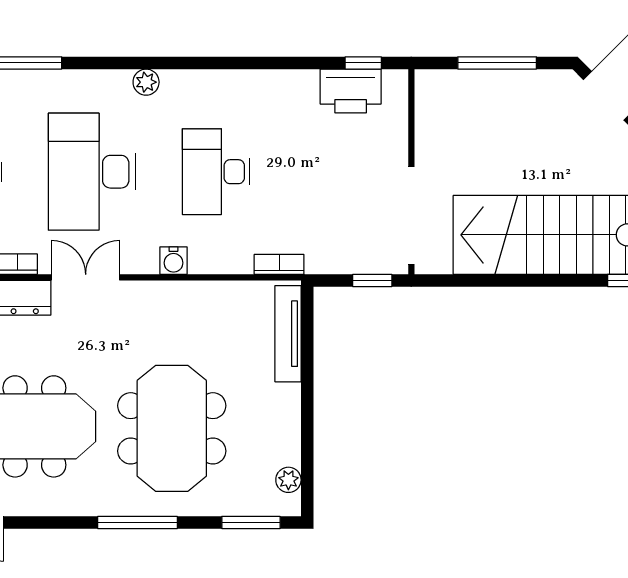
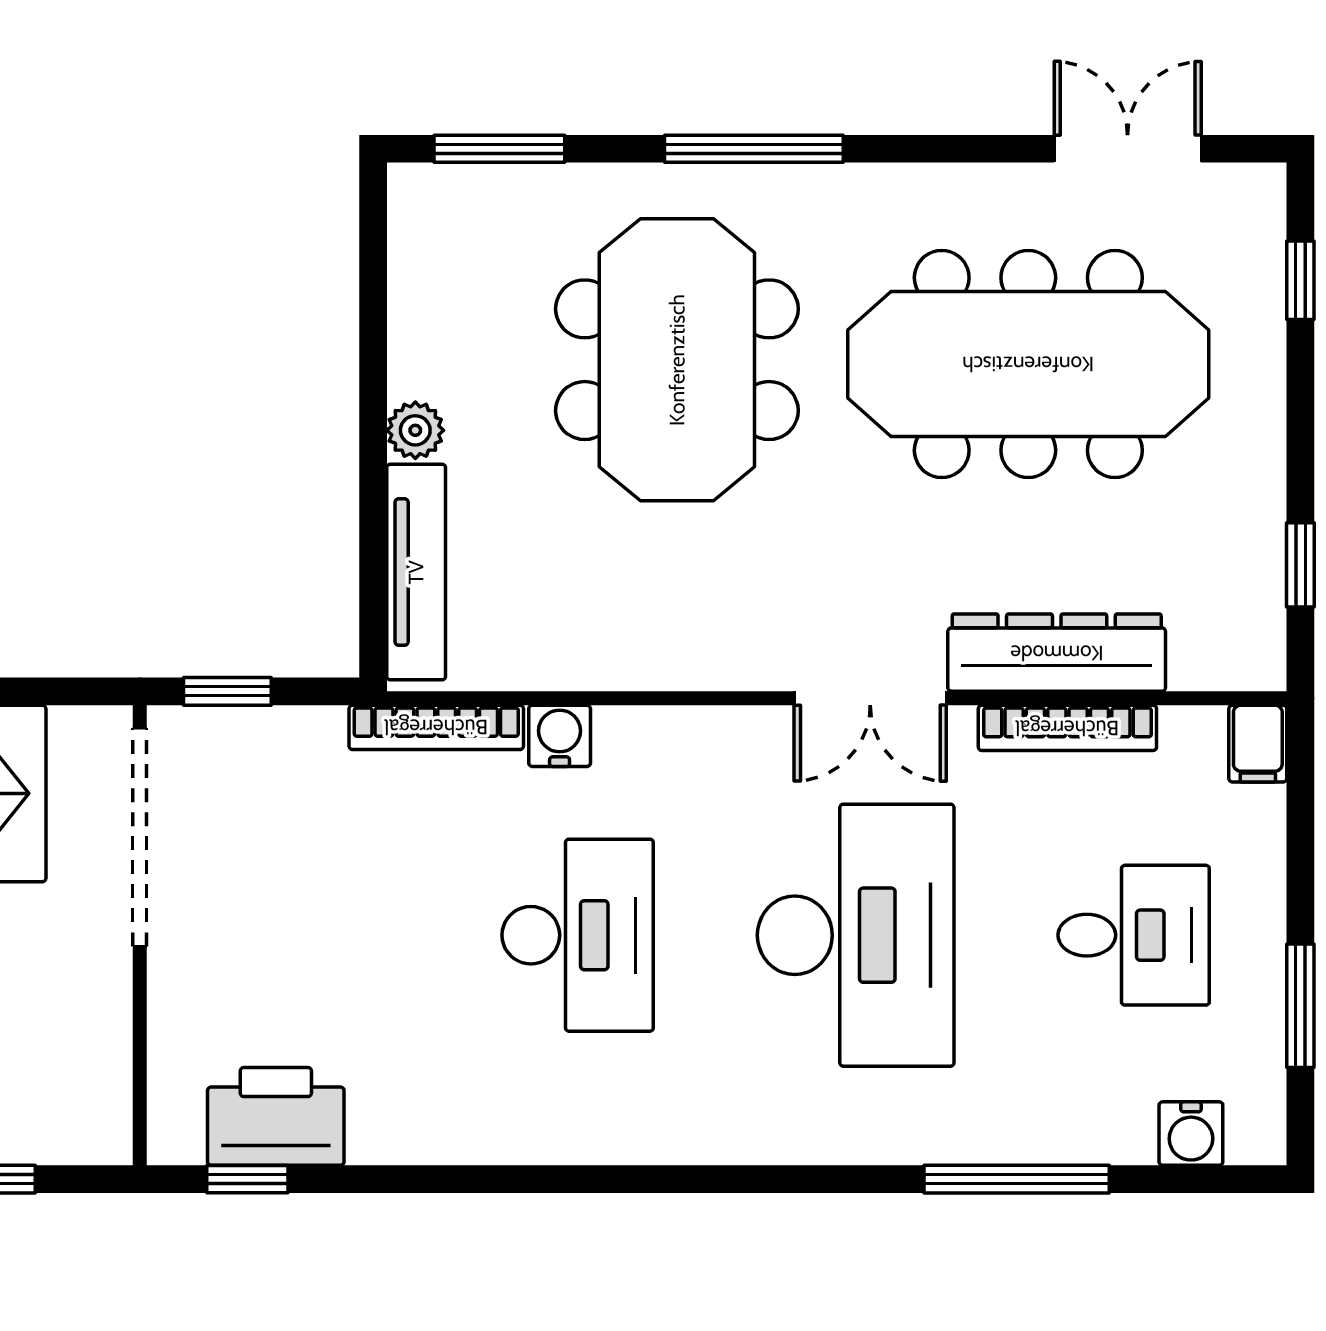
plant: (146, 82) -> (735, 1136), removed
water cooler: (173, 261) -> (560, 736), moved
bookcase: (279, 264) -> (436, 727), width x1.56
plant: (288, 480) -> (415, 430), moved

